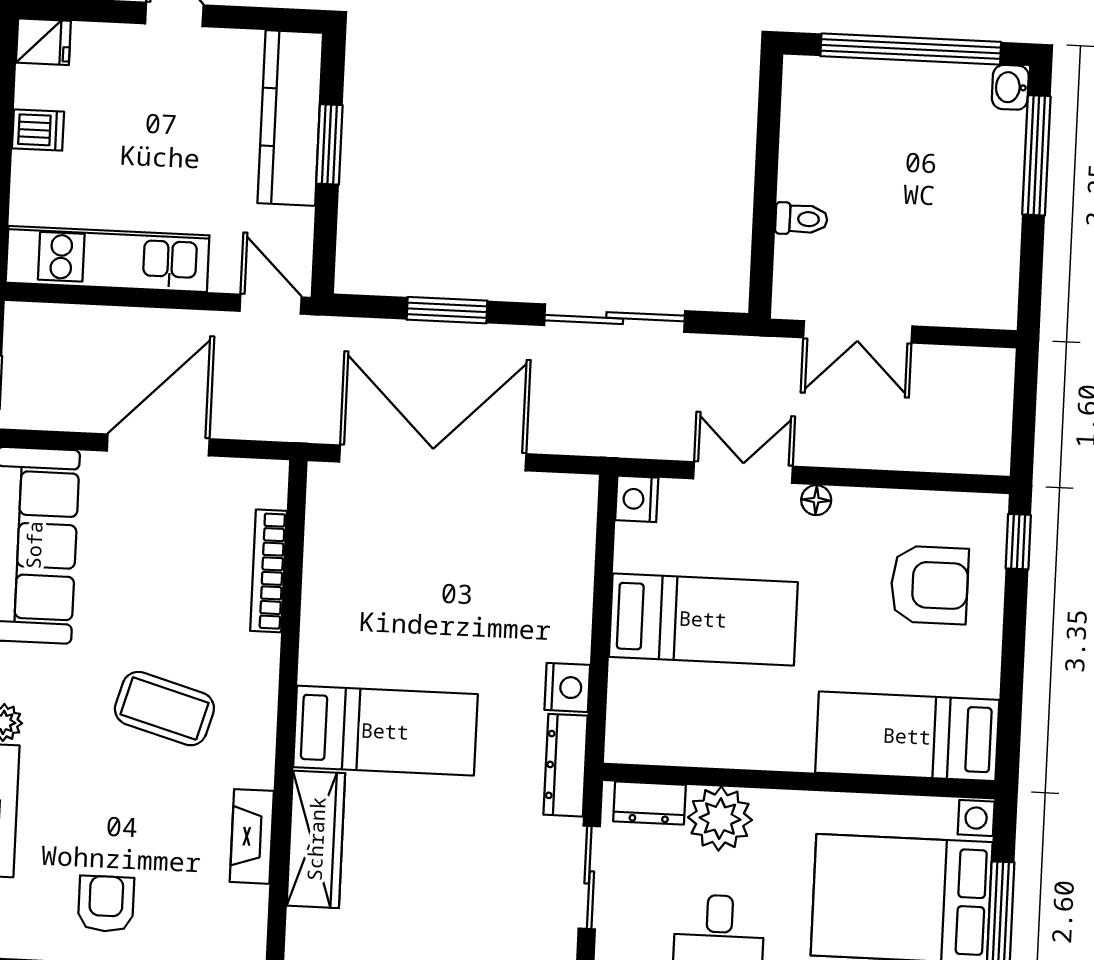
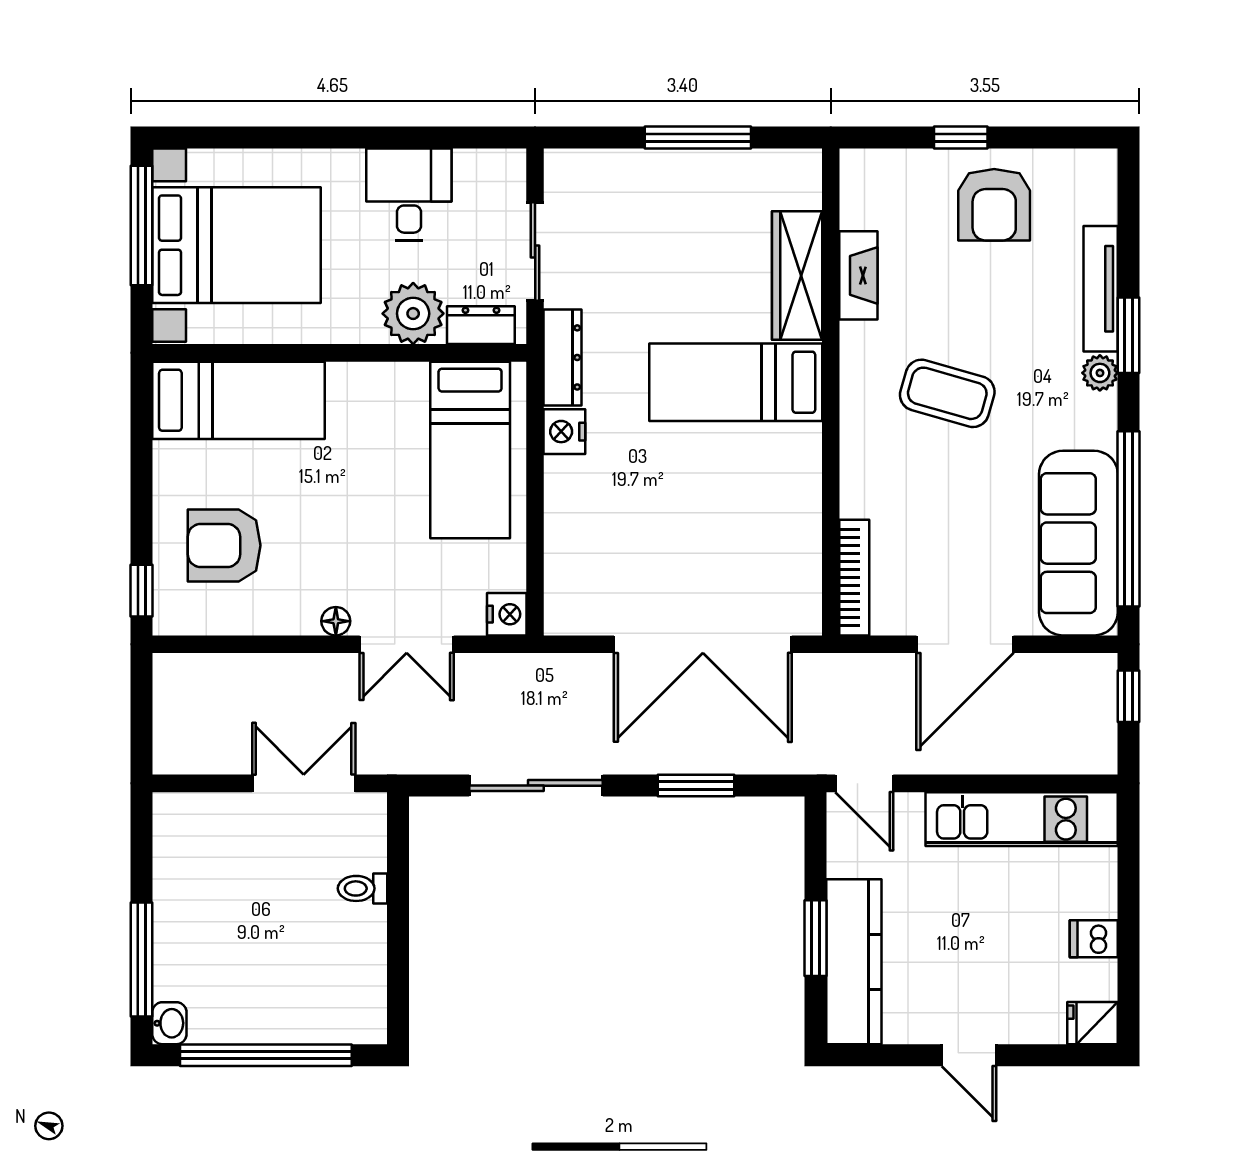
bookcase: (269, 571) -> (854, 578), moved
bed: (703, 619) -> (470, 450), moved, turned -90
armchair: (106, 904) -> (994, 205), width x1.38, depth x1.38

